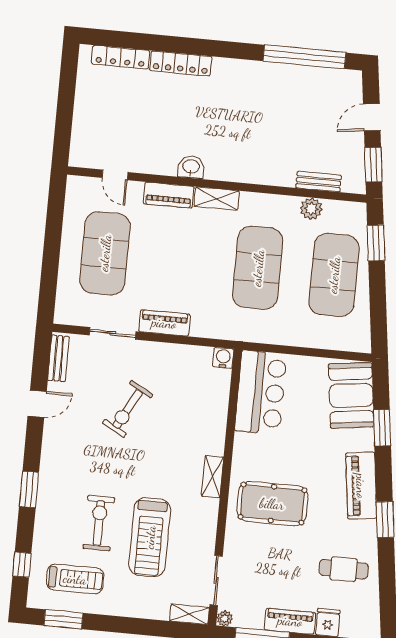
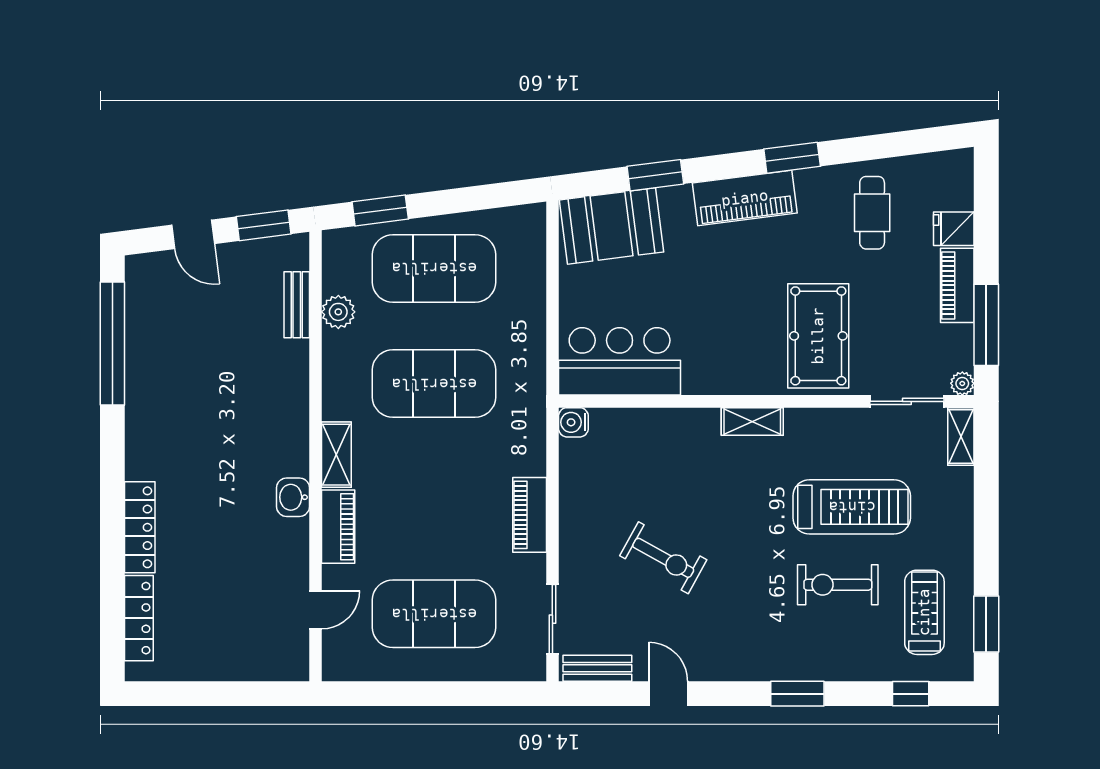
sliding door: (113, 333) -> (552, 619), moved
pool table: (272, 504) -> (818, 336), moved

